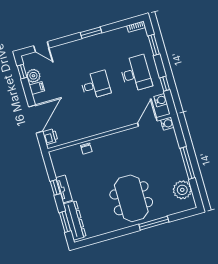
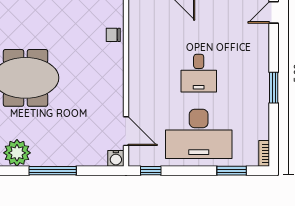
desk: (136, 73) -> (199, 134), width x1.36, depth x1.30
window: (165, 84) -> (151, 171), moved
water cooler: (161, 100) -> (151, 158), removed

